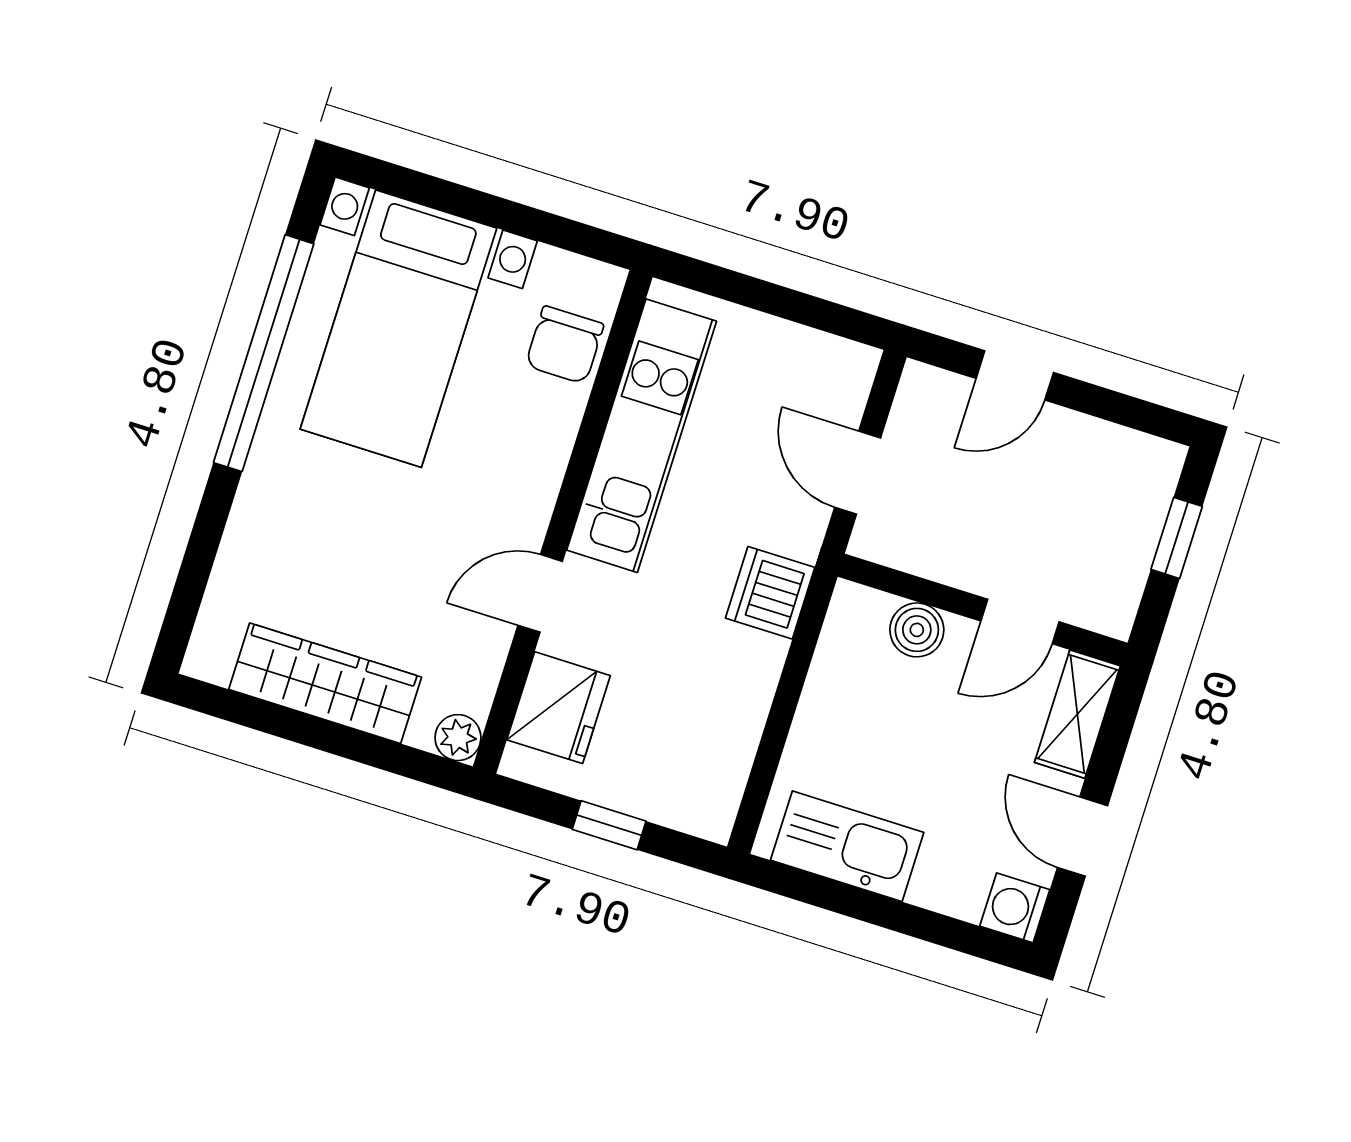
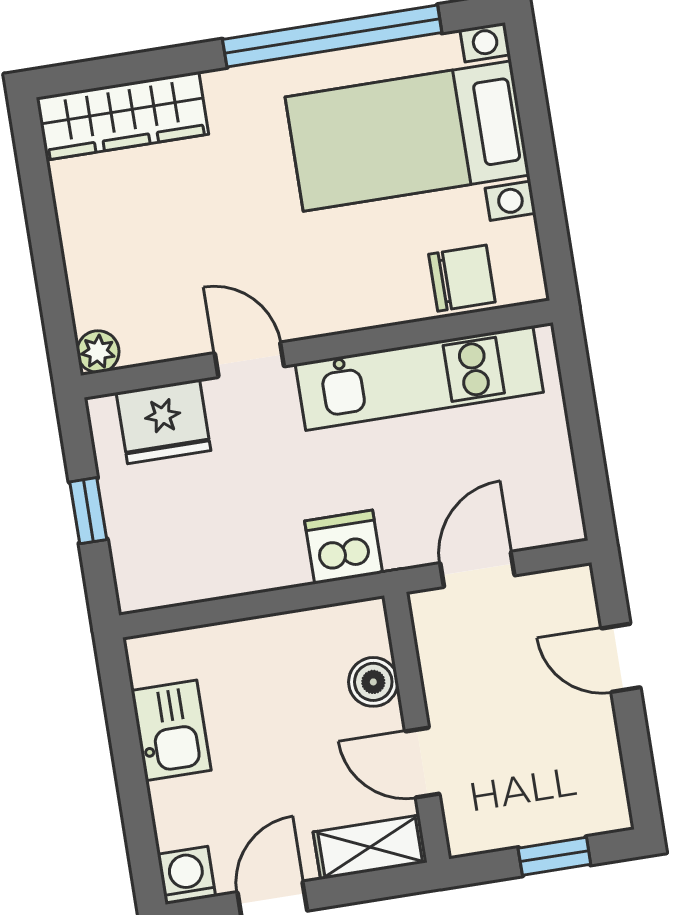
chair: (565, 345) -> (462, 278), turned 180
wardrobe: (325, 683) -> (122, 116), moved, turned 90
kitchen sink: (847, 846) -> (171, 730), width x0.73

